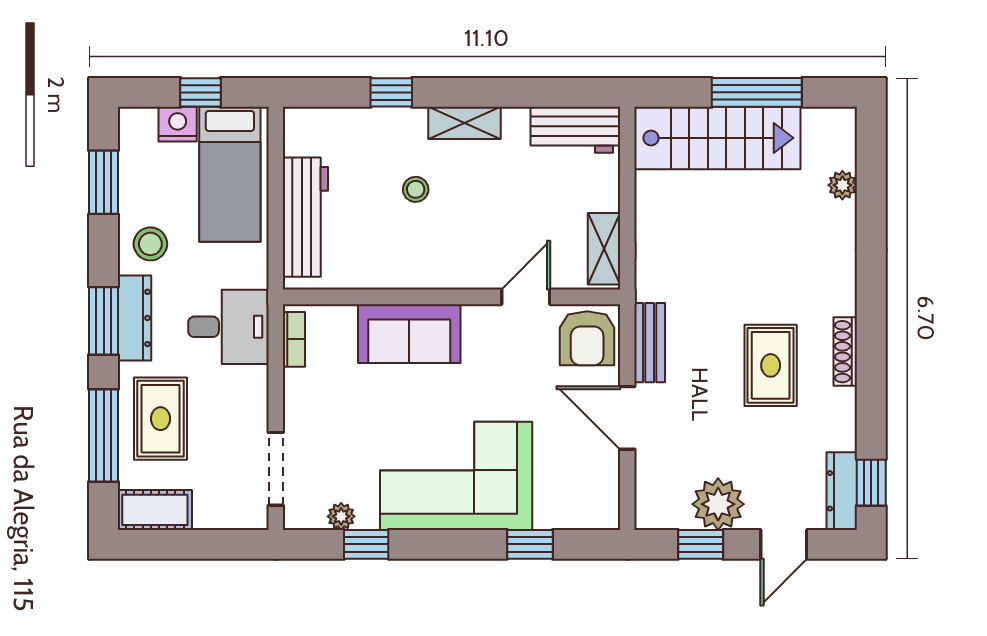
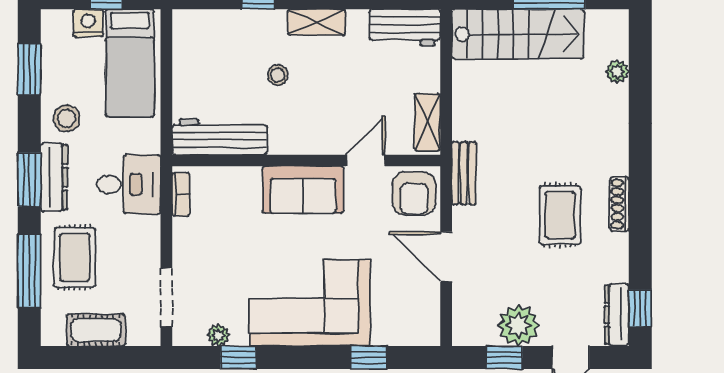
workbench: (305, 217) -> (220, 137), moved, turned -90
sofa: (409, 334) -> (303, 190), moved
bench: (650, 343) -> (464, 173), moved
cot: (155, 510) -> (96, 330), moved

